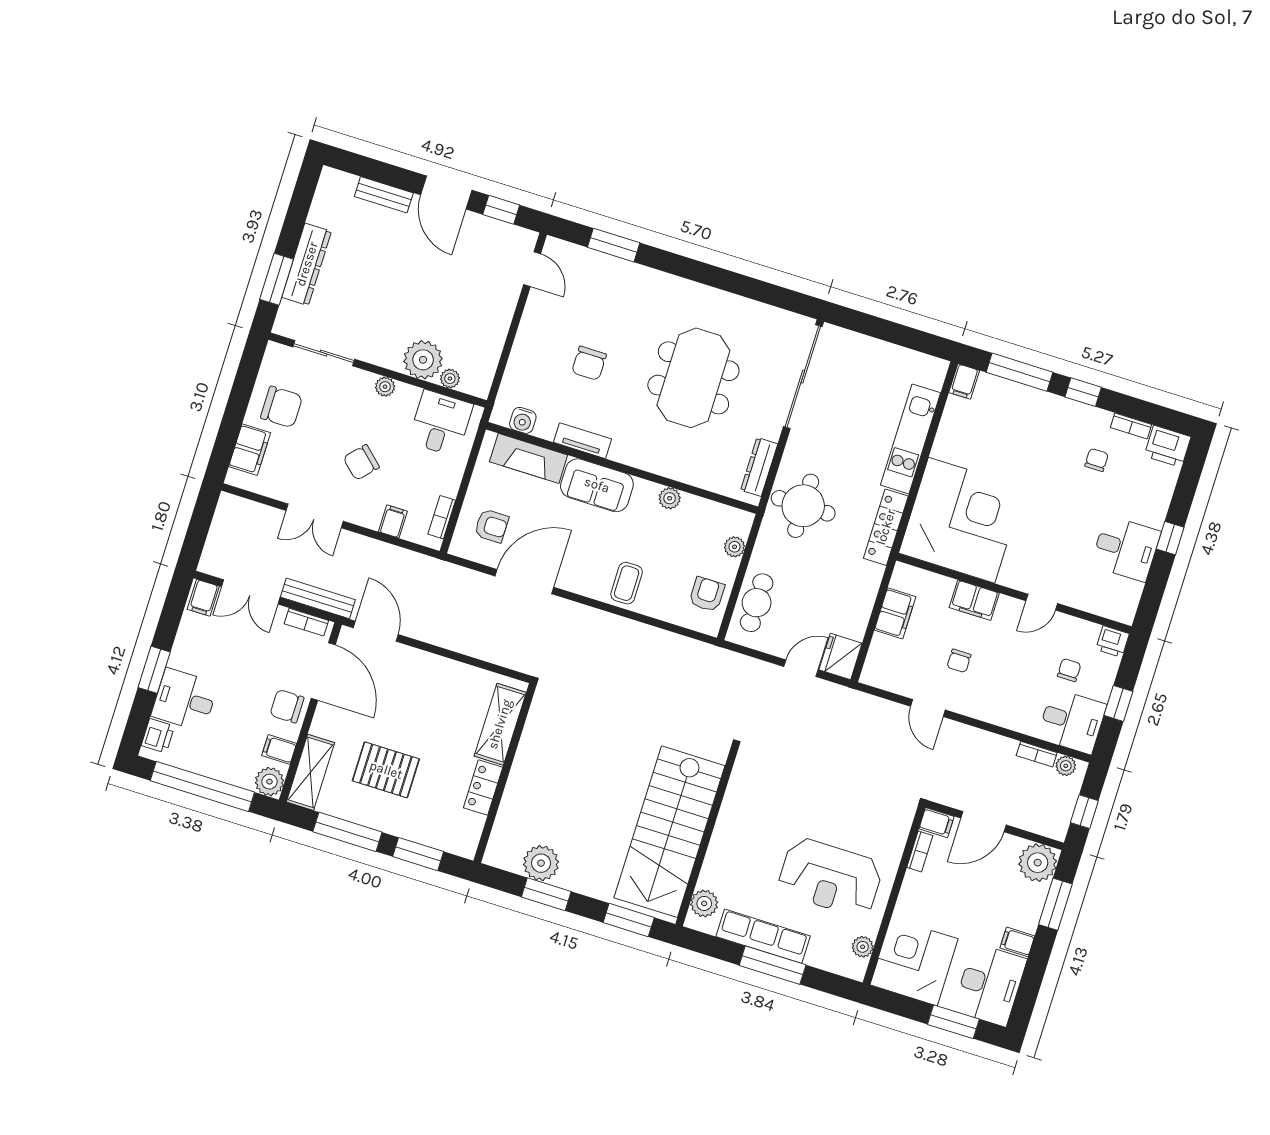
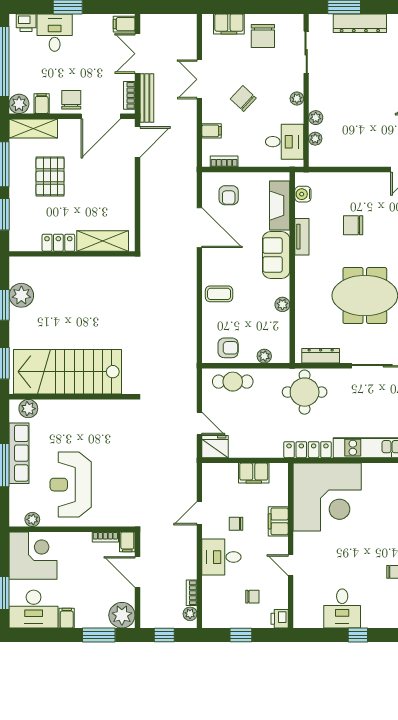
plant: (423, 360) -> (316, 118), width x0.53, depth x0.53
desk: (1072, 721) -> (221, 557), moved, turned 90

